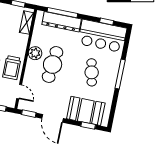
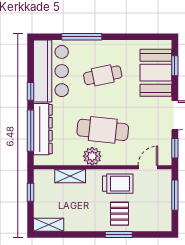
window: (107, 22) -> (31, 91), moved
shelving: (27, 23) -> (70, 176), moved
window: (120, 74) -> (82, 37), moved

